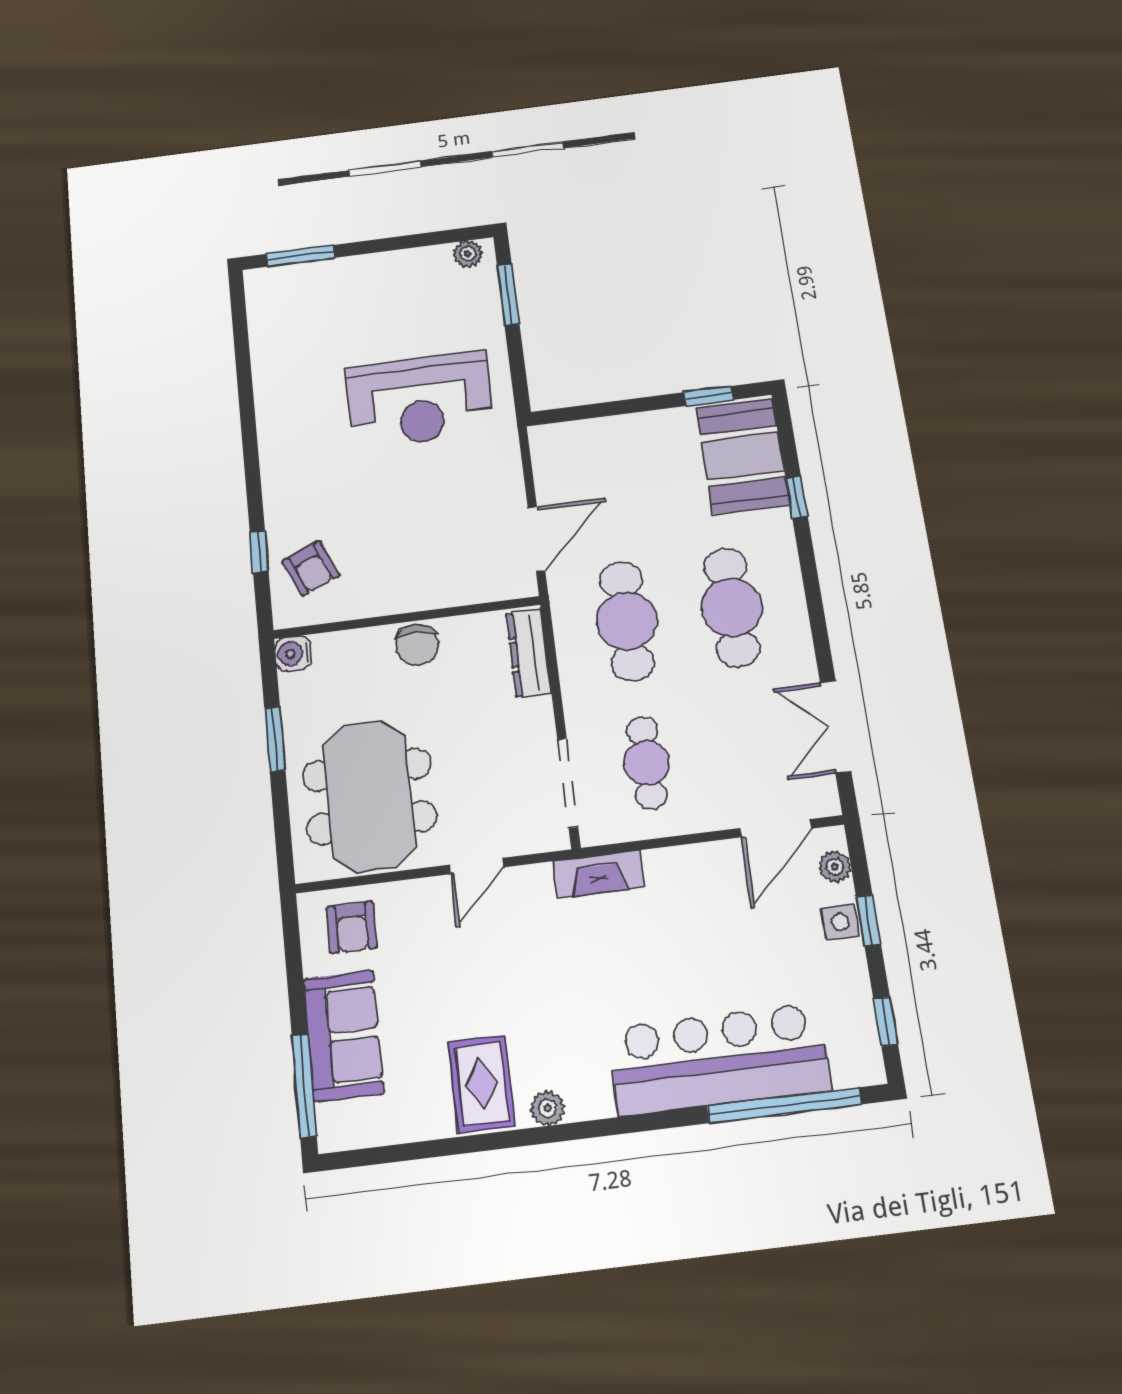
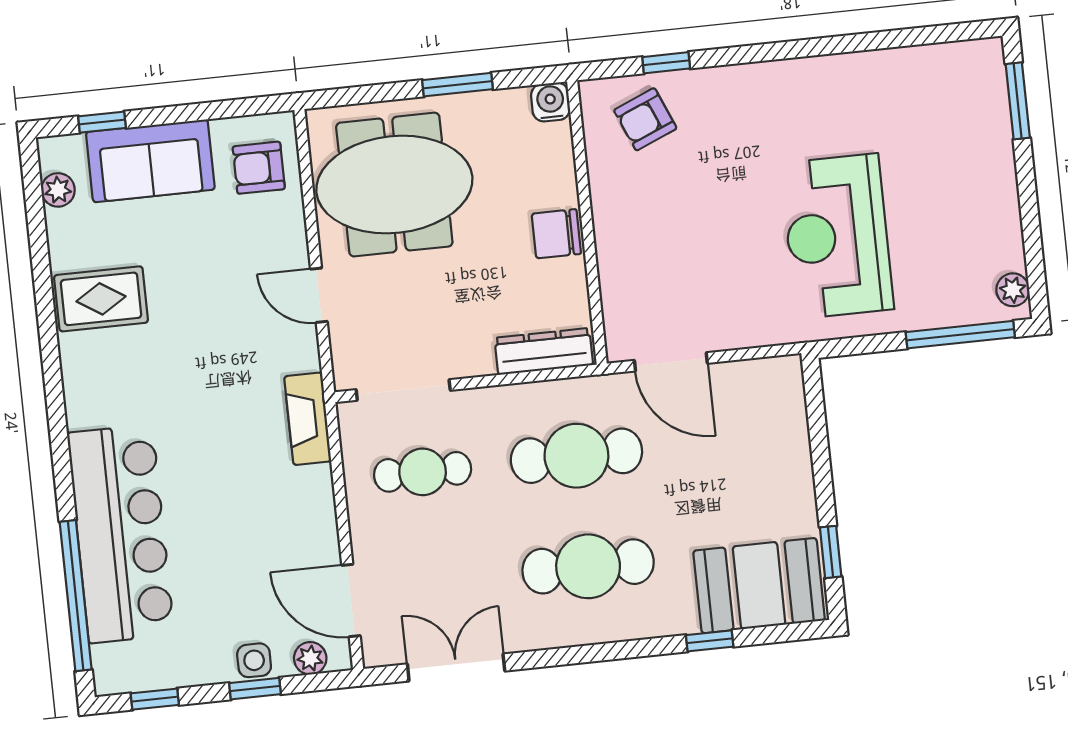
window: (508, 295) -> (960, 335), width x1.44
window: (304, 1086) -> (102, 122), width x0.46
plant: (547, 1108) -> (58, 190), moved

